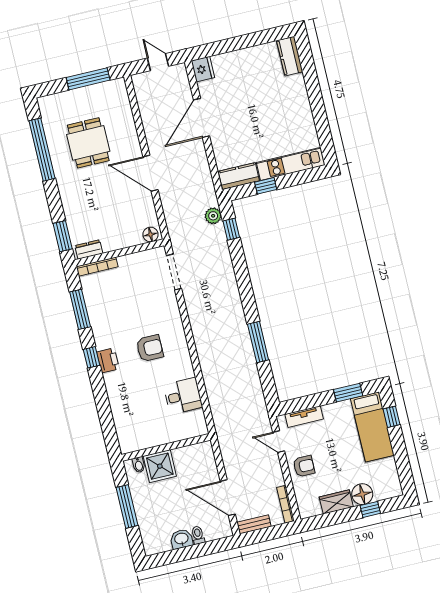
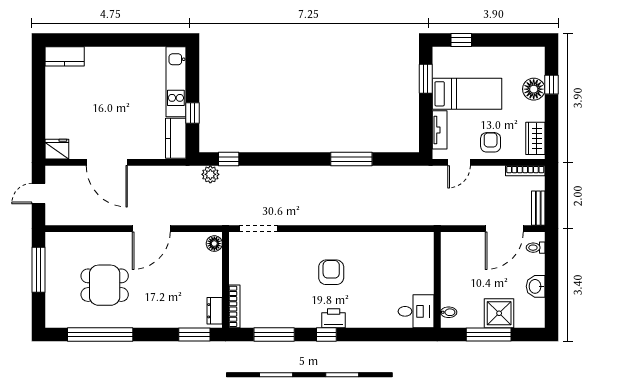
desk: (183, 396) -> (416, 311), moved, turned 90
bed: (372, 427) -> (467, 94), moved
shower: (160, 466) -> (499, 313), moved
wardrobe: (336, 502) -> (535, 138), moved
toilet: (198, 535) -> (536, 248), moved

